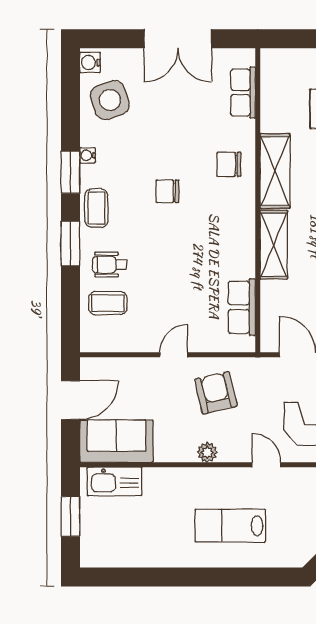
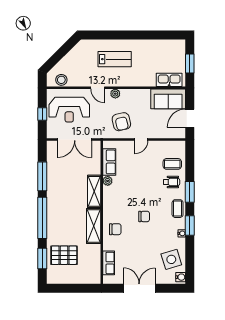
plant: (245, 267) -> (108, 181), added
plant: (207, 452) -> (115, 94), moved

